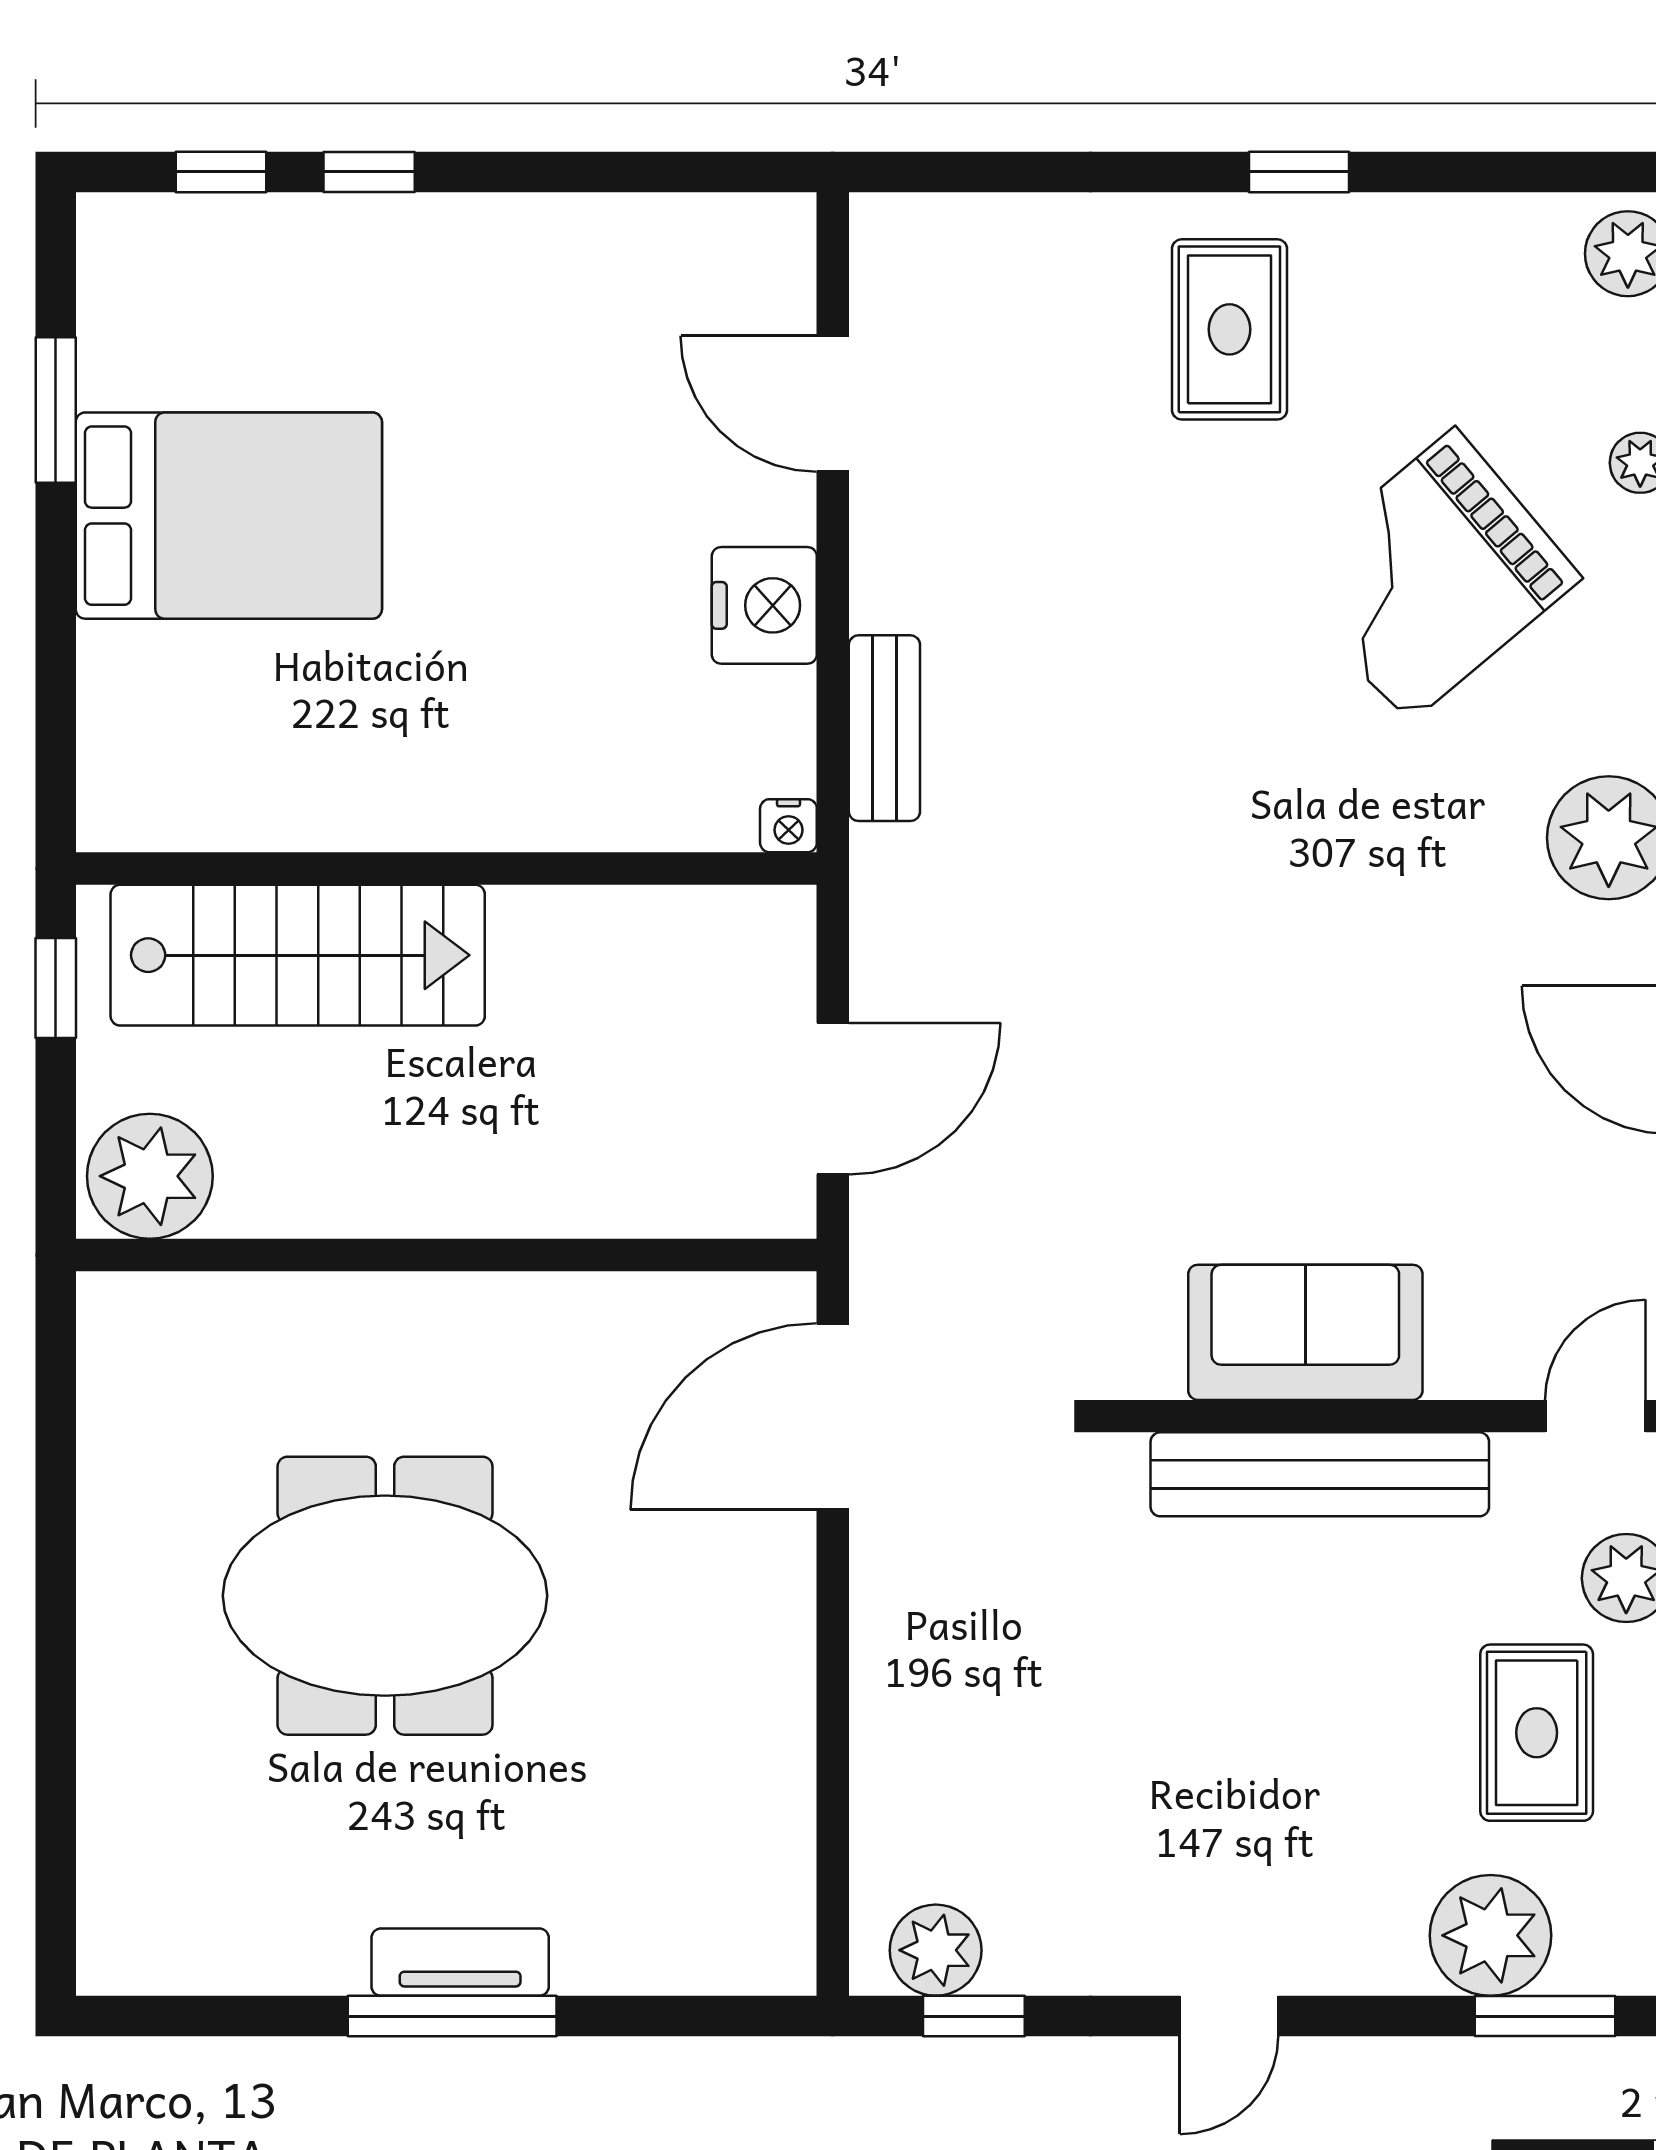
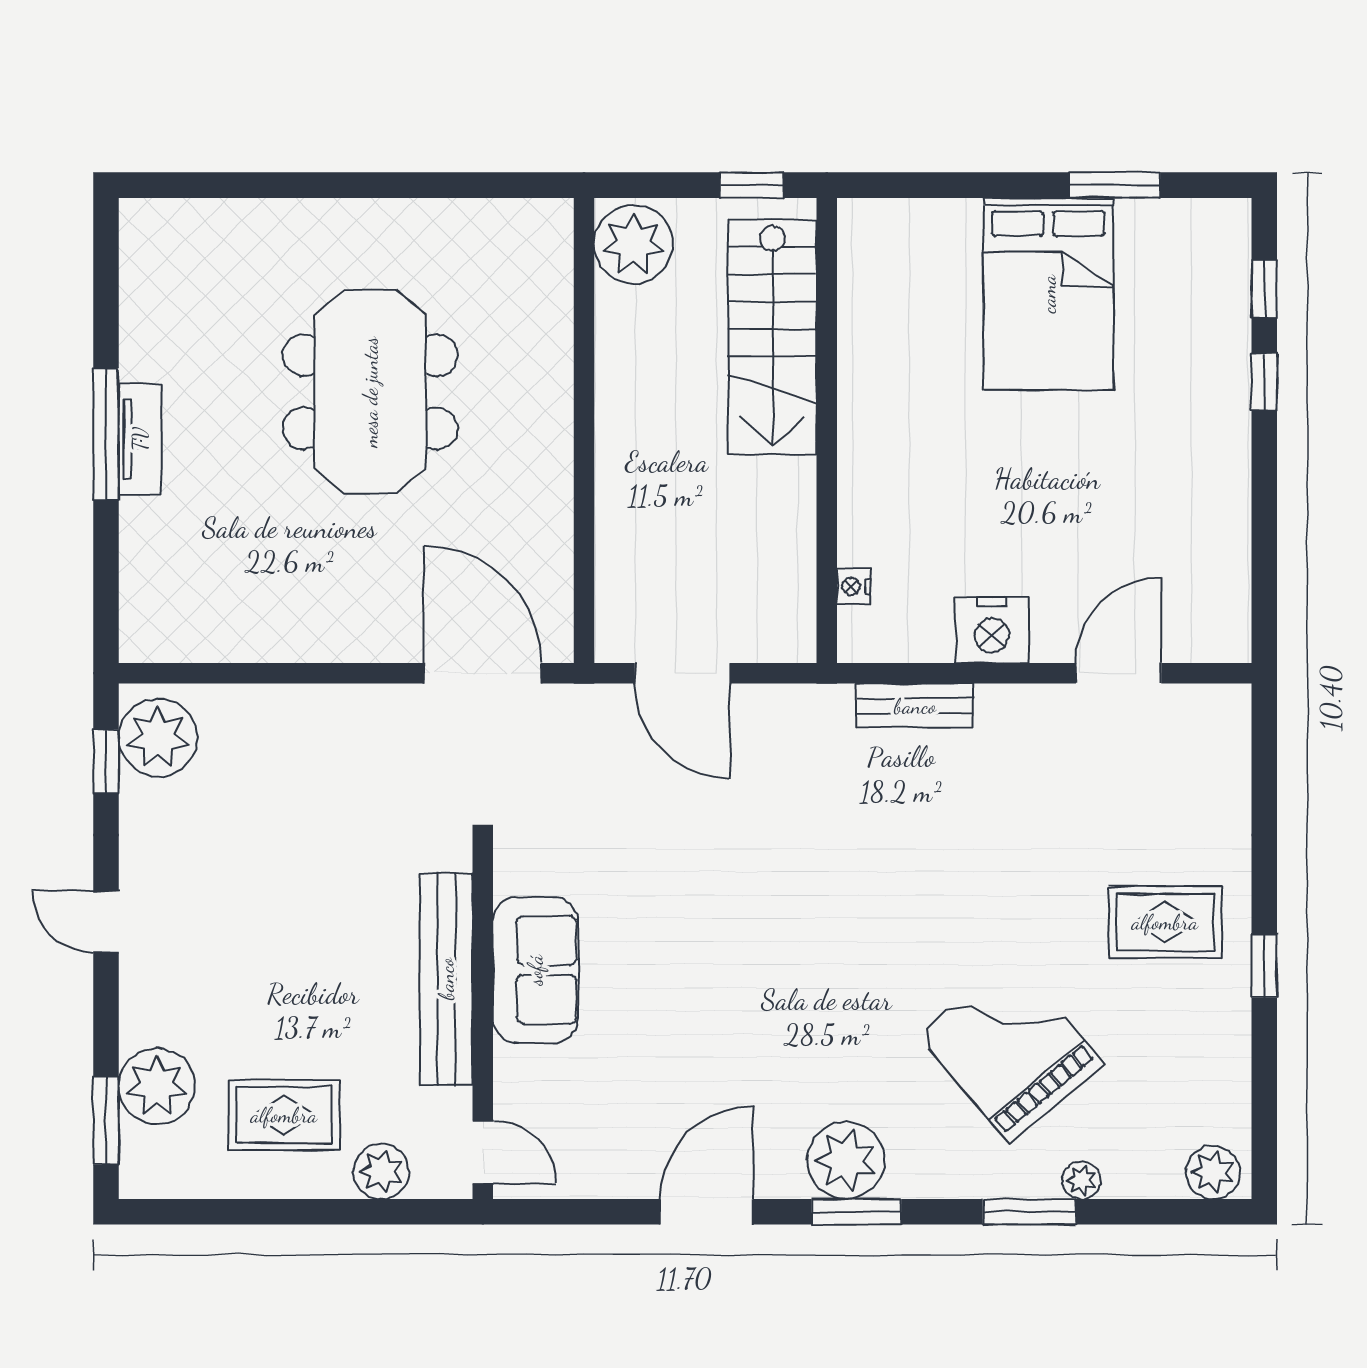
nightstand: (788, 826) -> (854, 586), moved
plant: (936, 1950) -> (158, 738), width x1.36, depth x1.36

